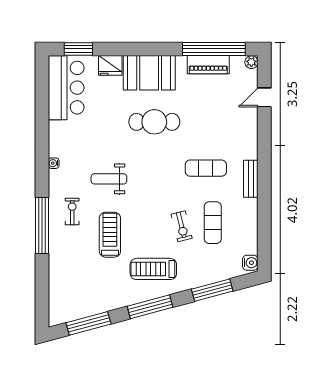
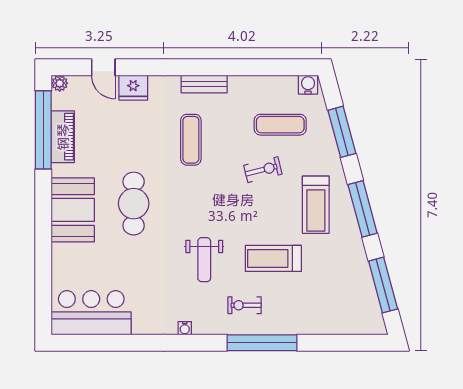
window: (78, 49) -> (43, 298), removed
fridge: (110, 65) -> (133, 88), moved, turned 90
exercise mat: (213, 223) -> (280, 125), moved

